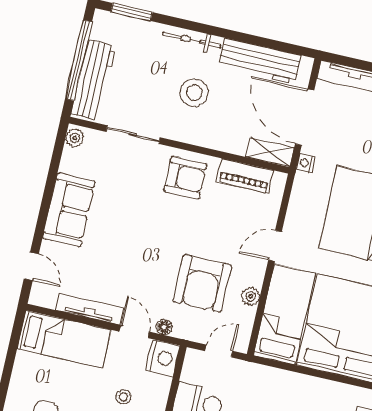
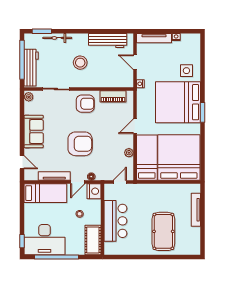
bicycle: (192, 40) -> (57, 38), moved
door: (305, 117) -> (135, 62), width x0.53
shelving: (270, 152) -> (122, 83), removed
armchair: (202, 283) -> (80, 144), moved, turned -90
door: (134, 332) -> (78, 182), swing flipped

